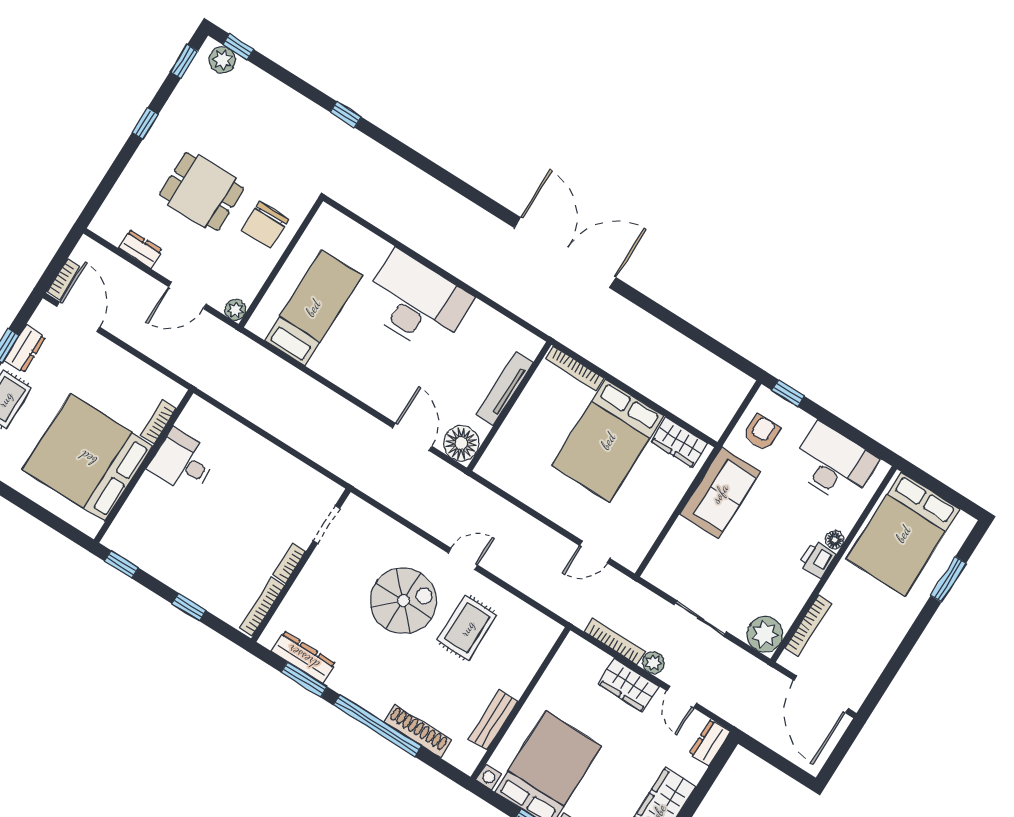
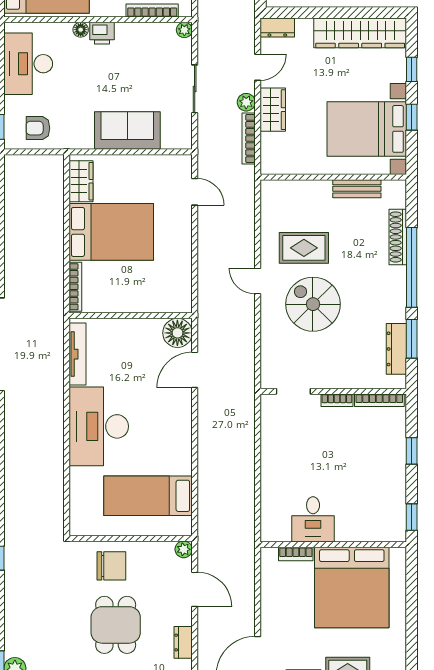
tv unit: (505, 389) -> (78, 354), moved, turned -90
sofa: (720, 493) -> (127, 130), moved
plant: (765, 634) -> (184, 30), width x0.53, depth x0.53

